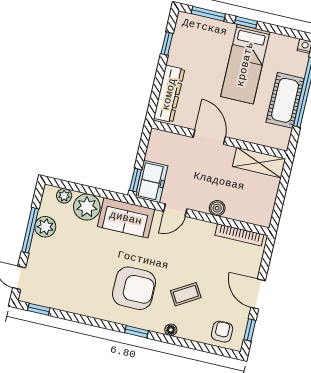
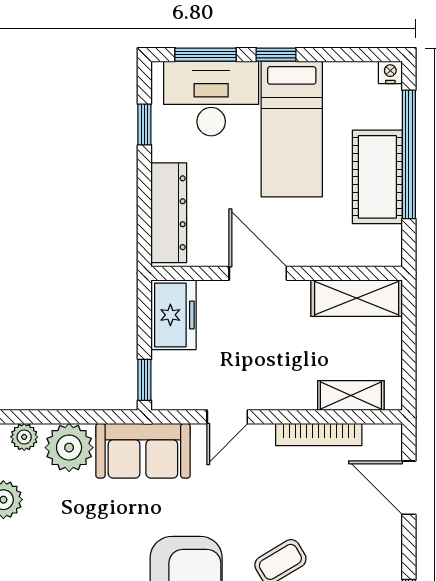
desk: (206, 38) -> (211, 98), added
freezer: (152, 181) -> (173, 315), moved
boiler: (217, 208) -> (301, 396), removed
shelving: (244, 214) -> (351, 395), added
bookcase: (239, 235) -> (319, 435), moved
door: (258, 294) -> (409, 488), moved

